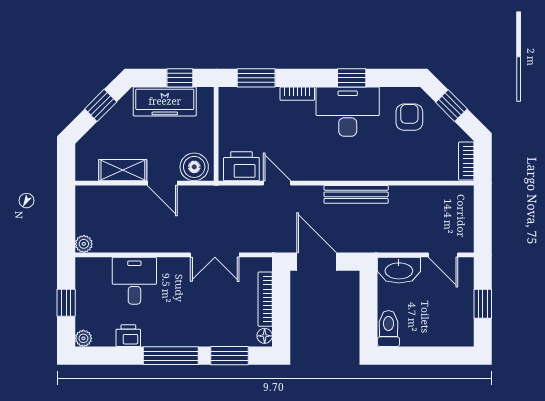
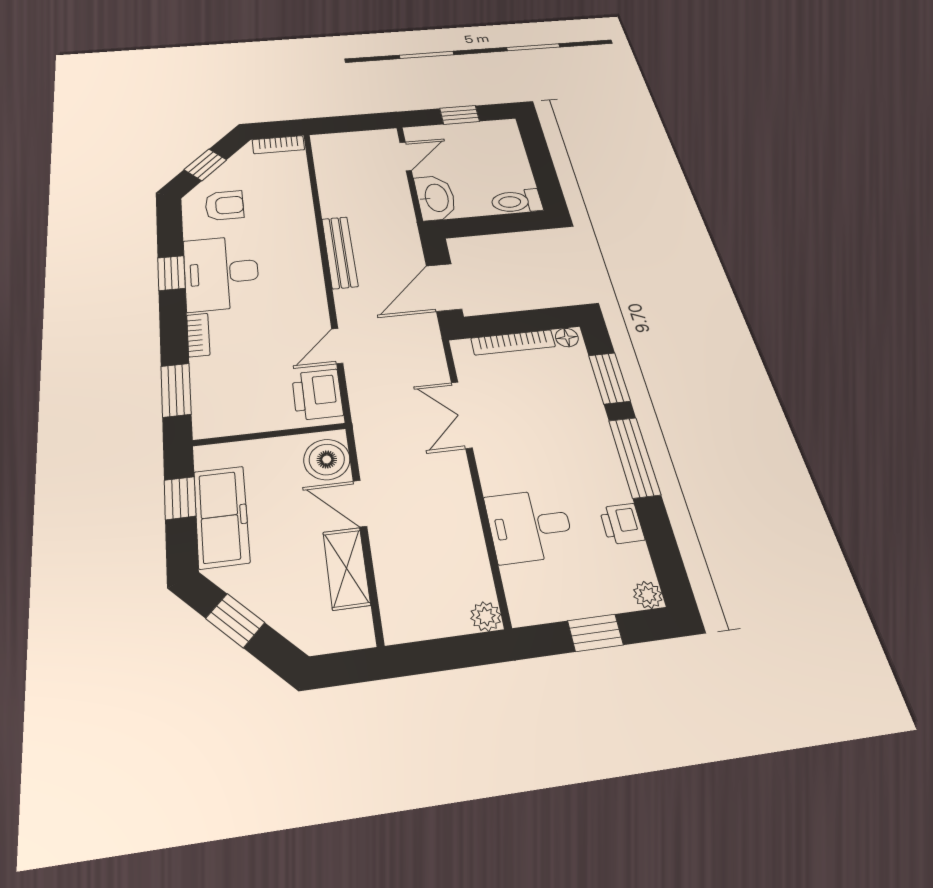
armchair: (409, 117) -> (224, 206), turned 180
door: (162, 183) -> (360, 503), swing flipped
double door: (215, 255) -> (462, 415), swing flipped

